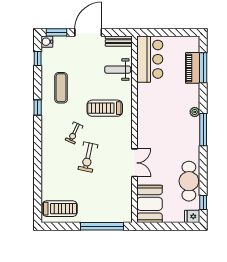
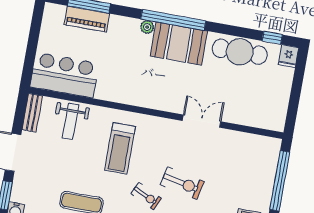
window: (203, 130) -> (173, 20), width x1.46
booth: (150, 204) -> (179, 44), moved

